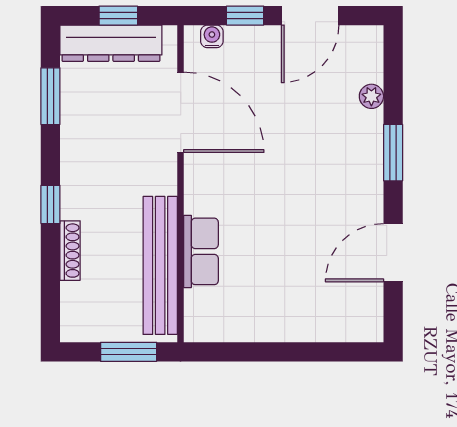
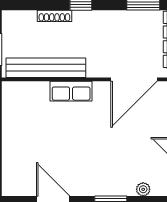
row of seats: (201, 251) -> (71, 91), moved

